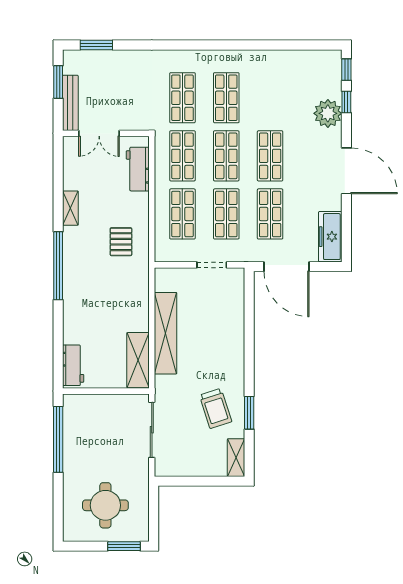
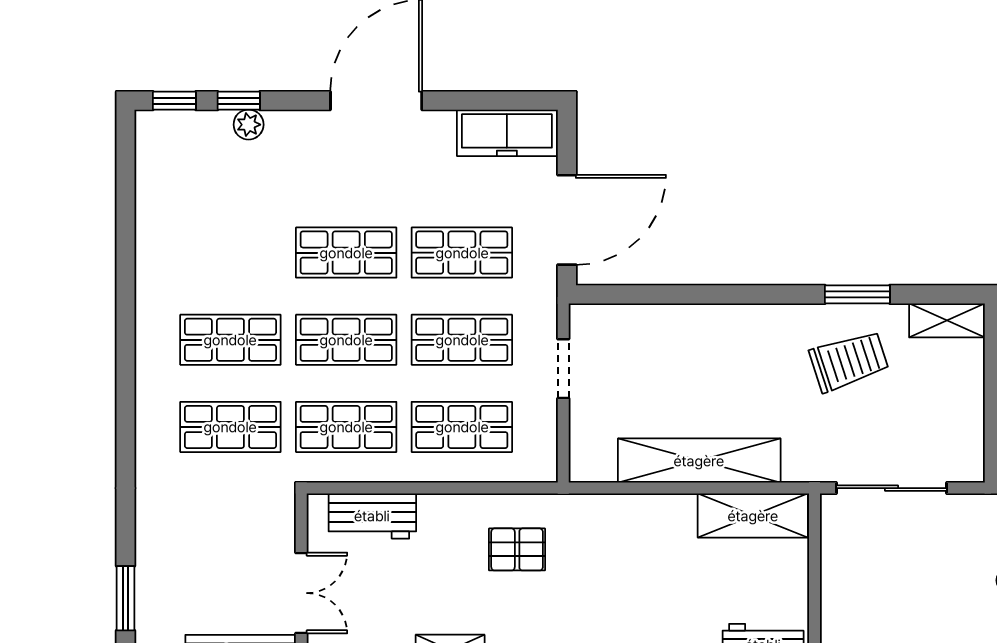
plant: (328, 113) -> (249, 125), width x0.53, depth x0.53

